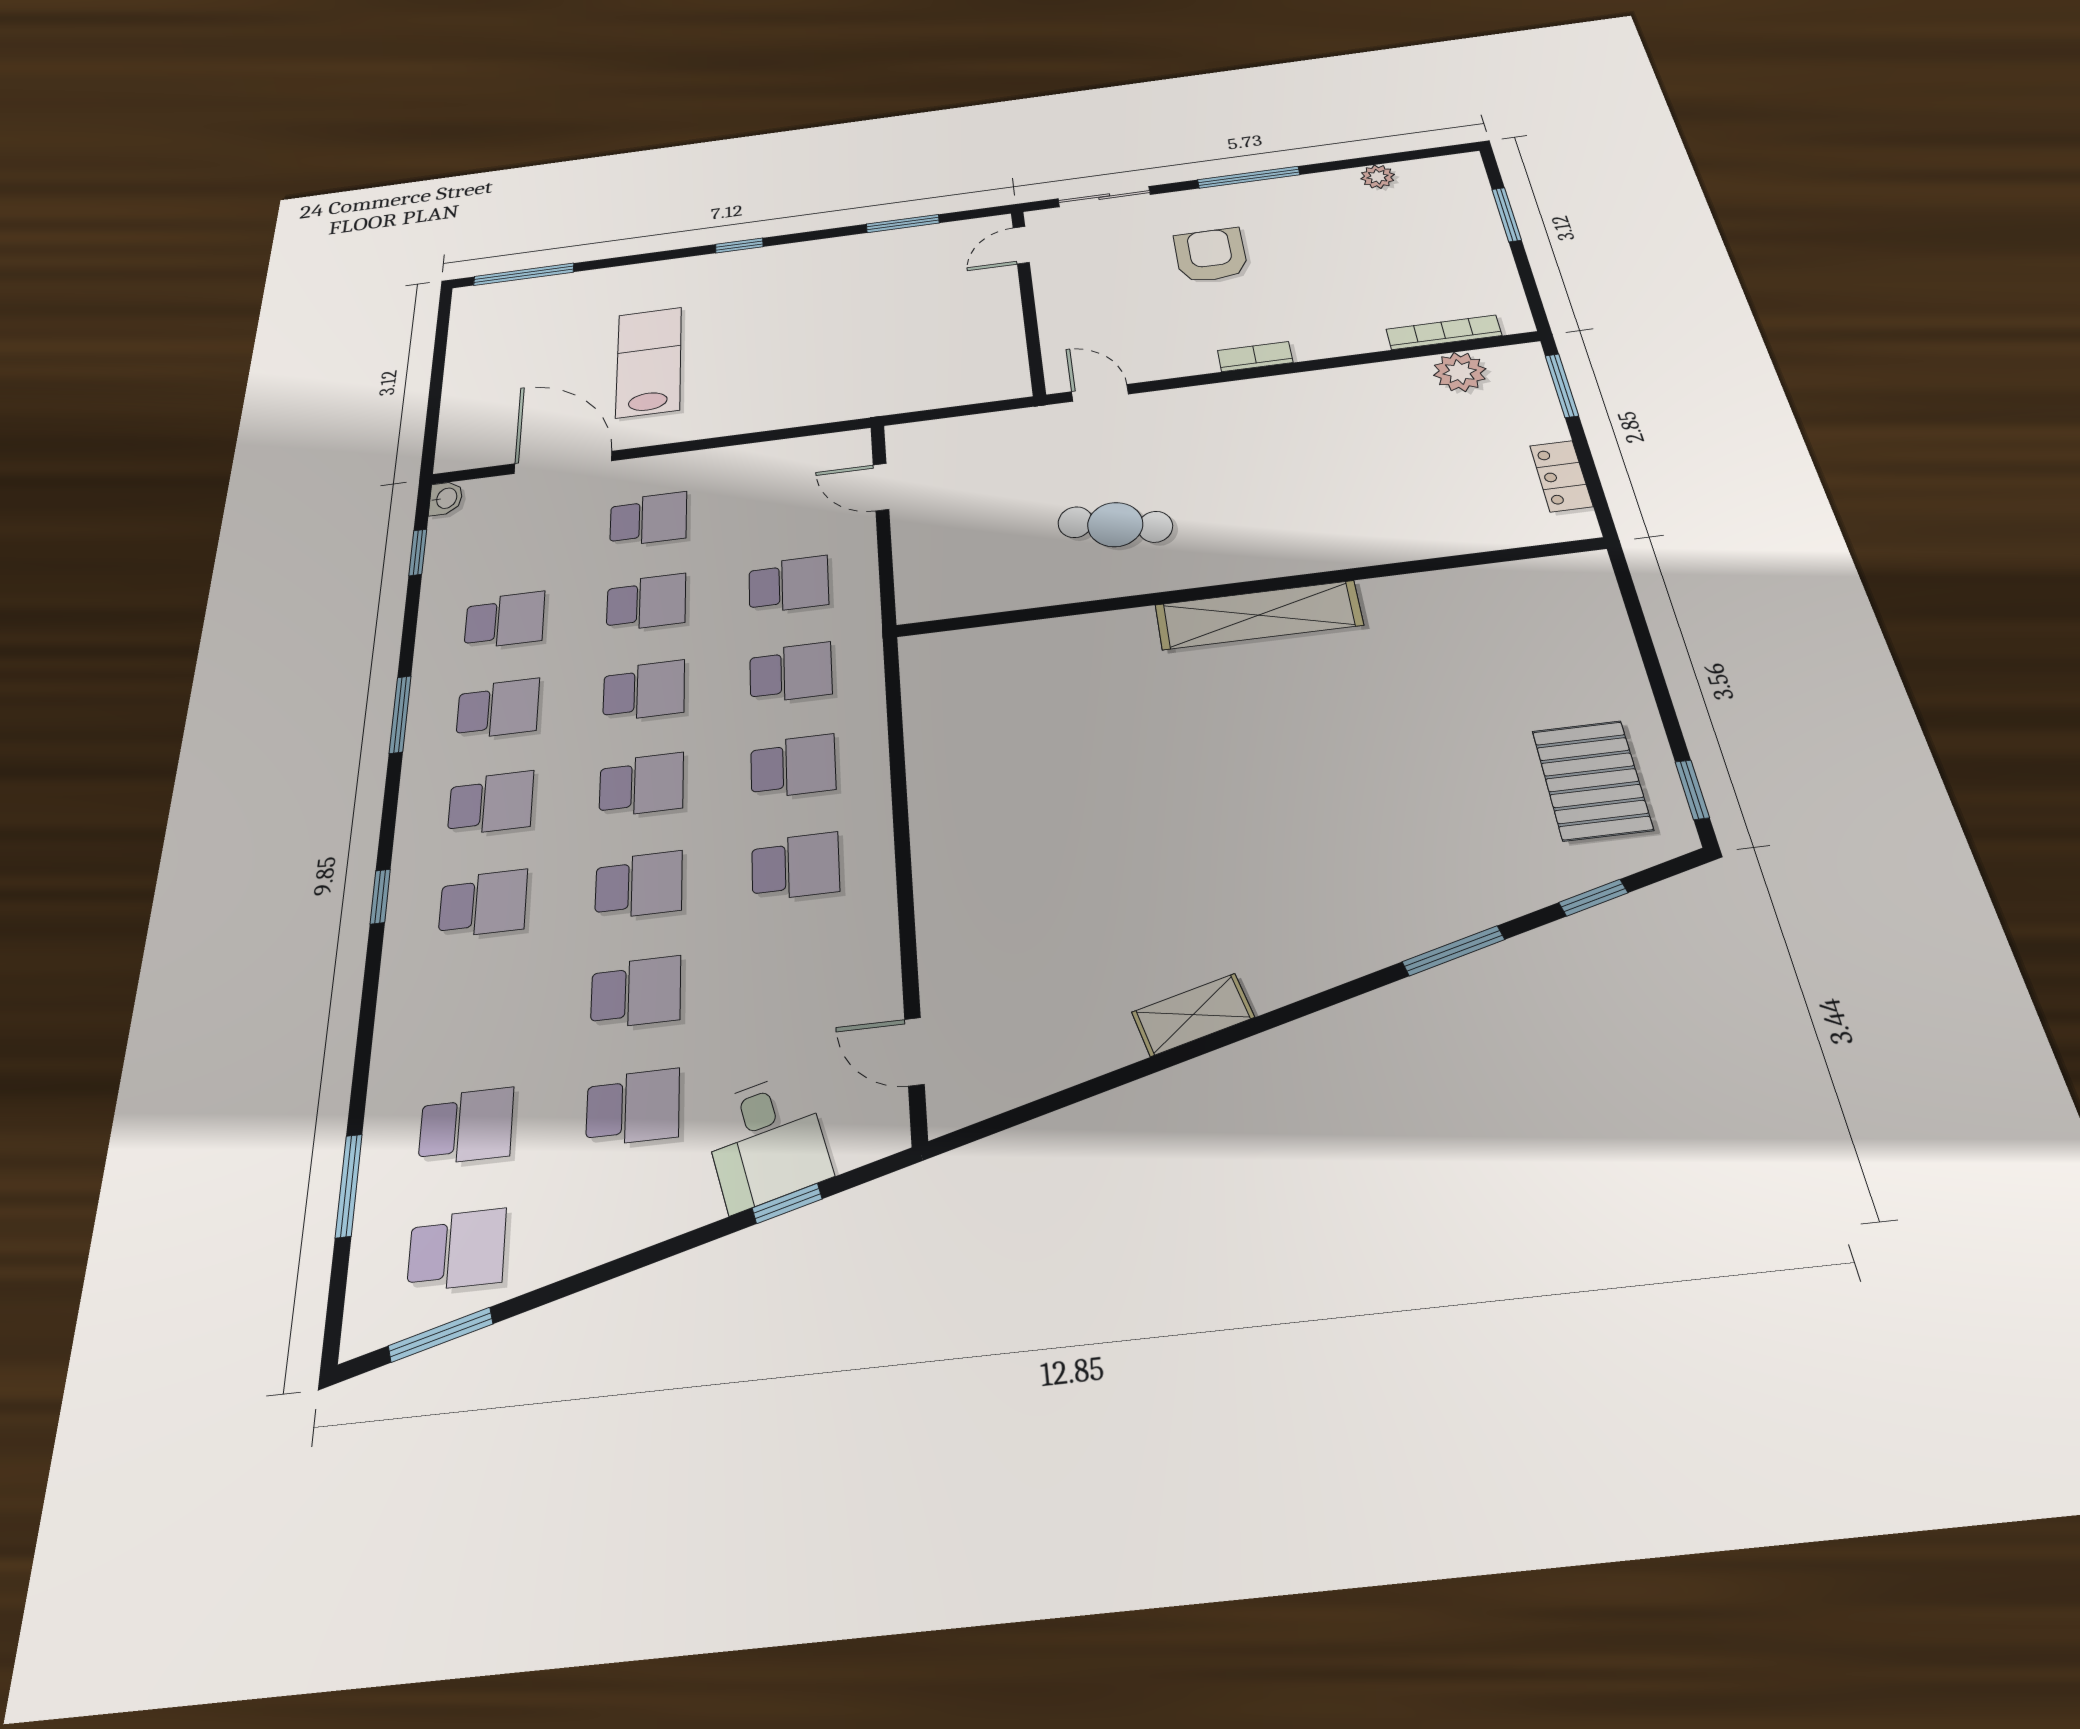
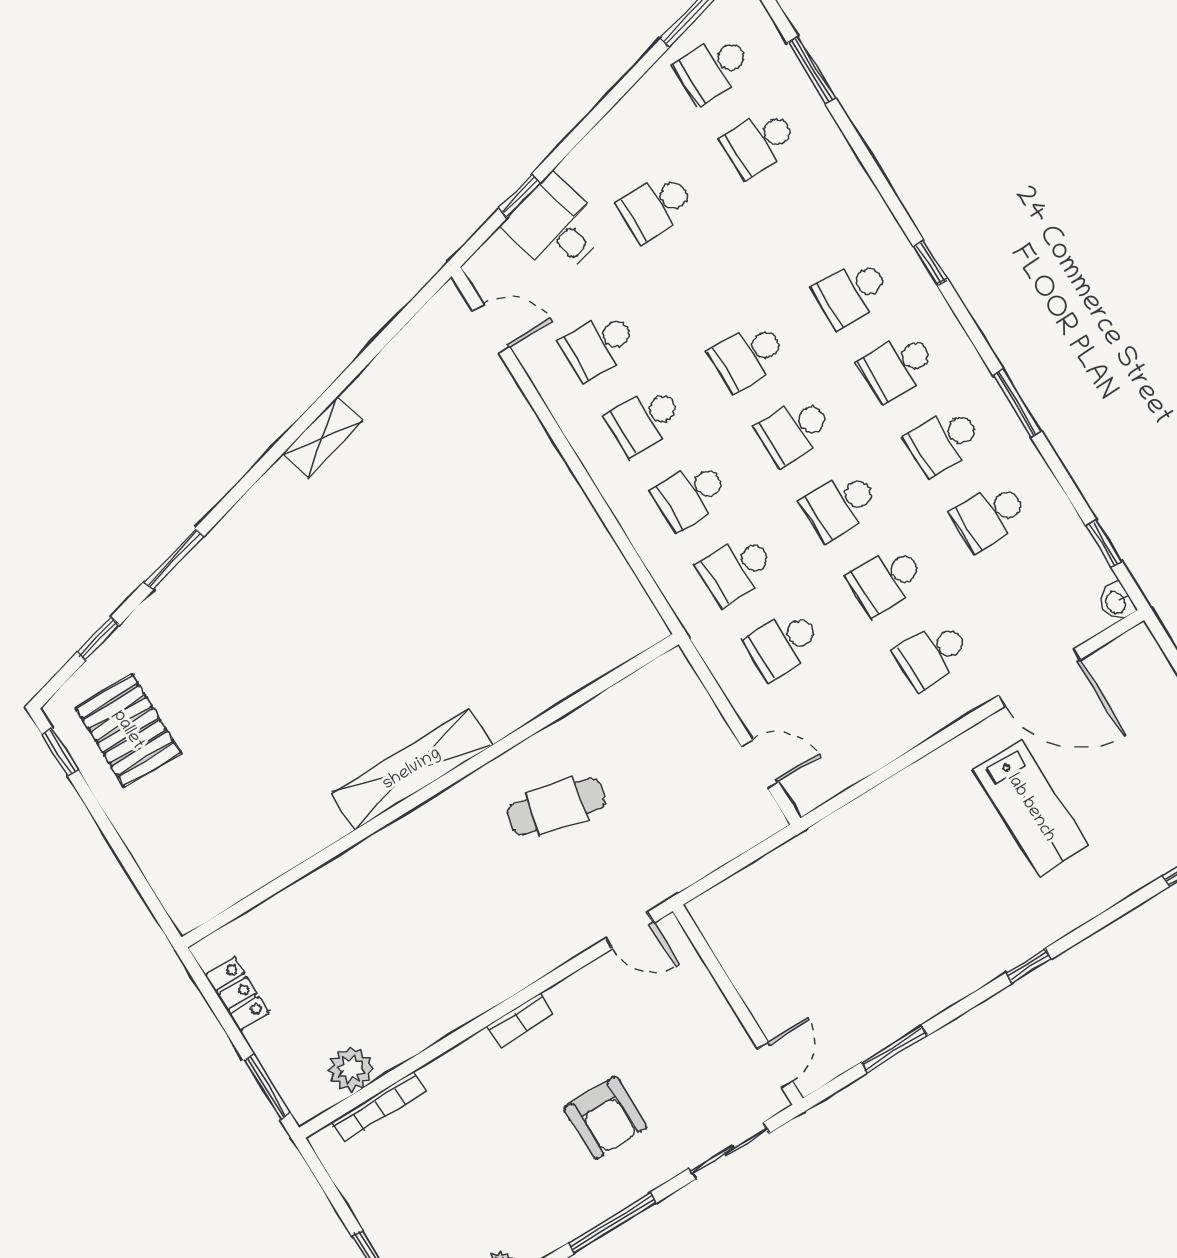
school desk: (636, 992) -> (598, 345), moved

